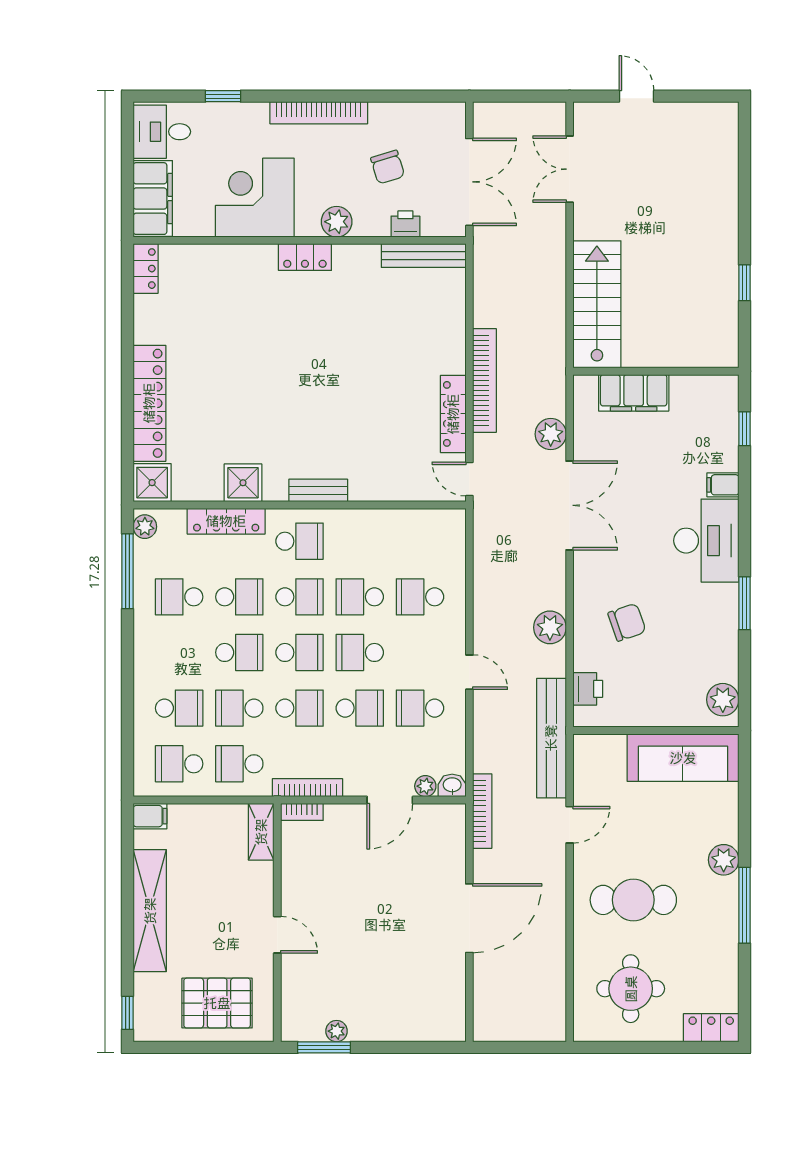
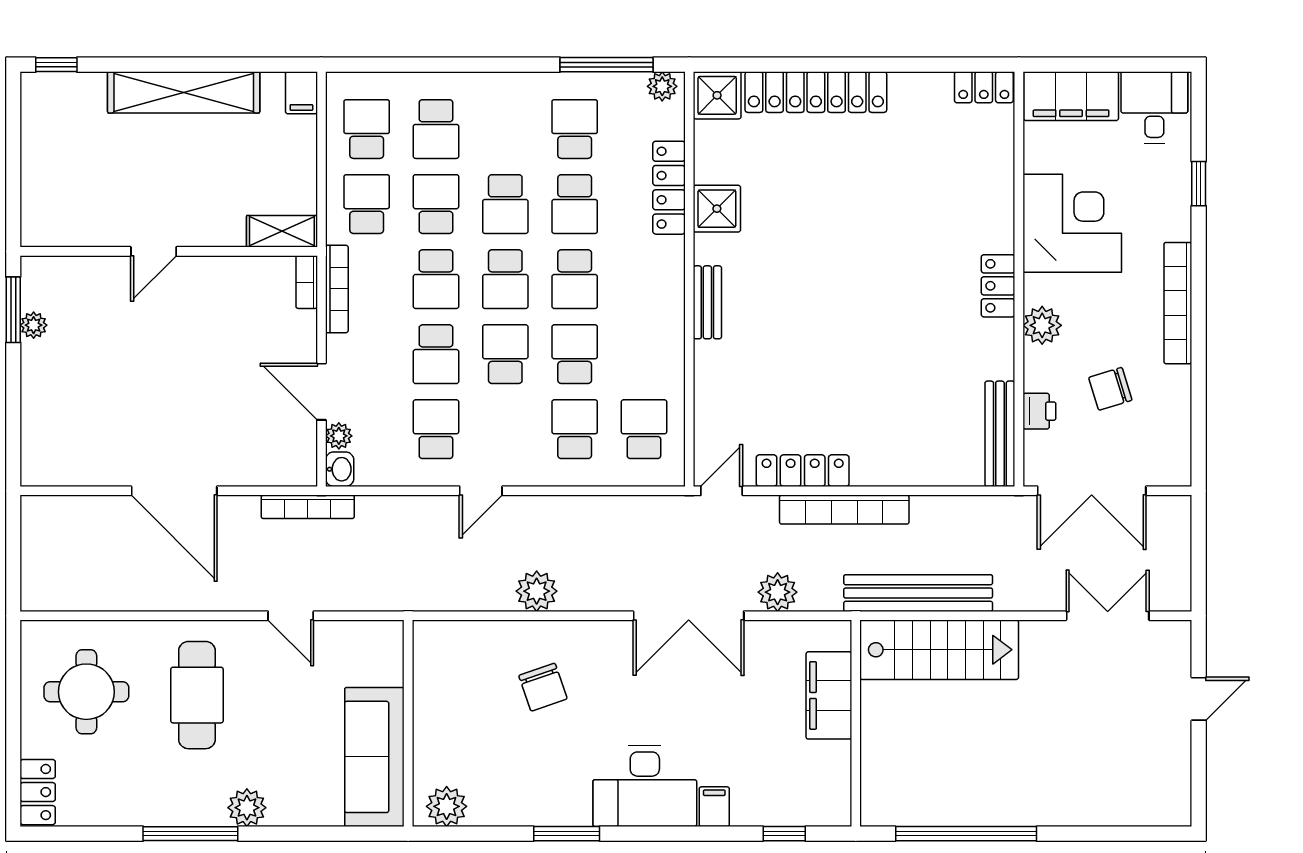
window: (744, 283) -> (966, 834), width x3.17
school desk: (300, 541) -> (644, 429), moved, turned 180
printer: (588, 689) -> (460, 638), removed
bench: (551, 738) -> (918, 593), moved
pallet: (217, 1003) -> (68, 176), removed

